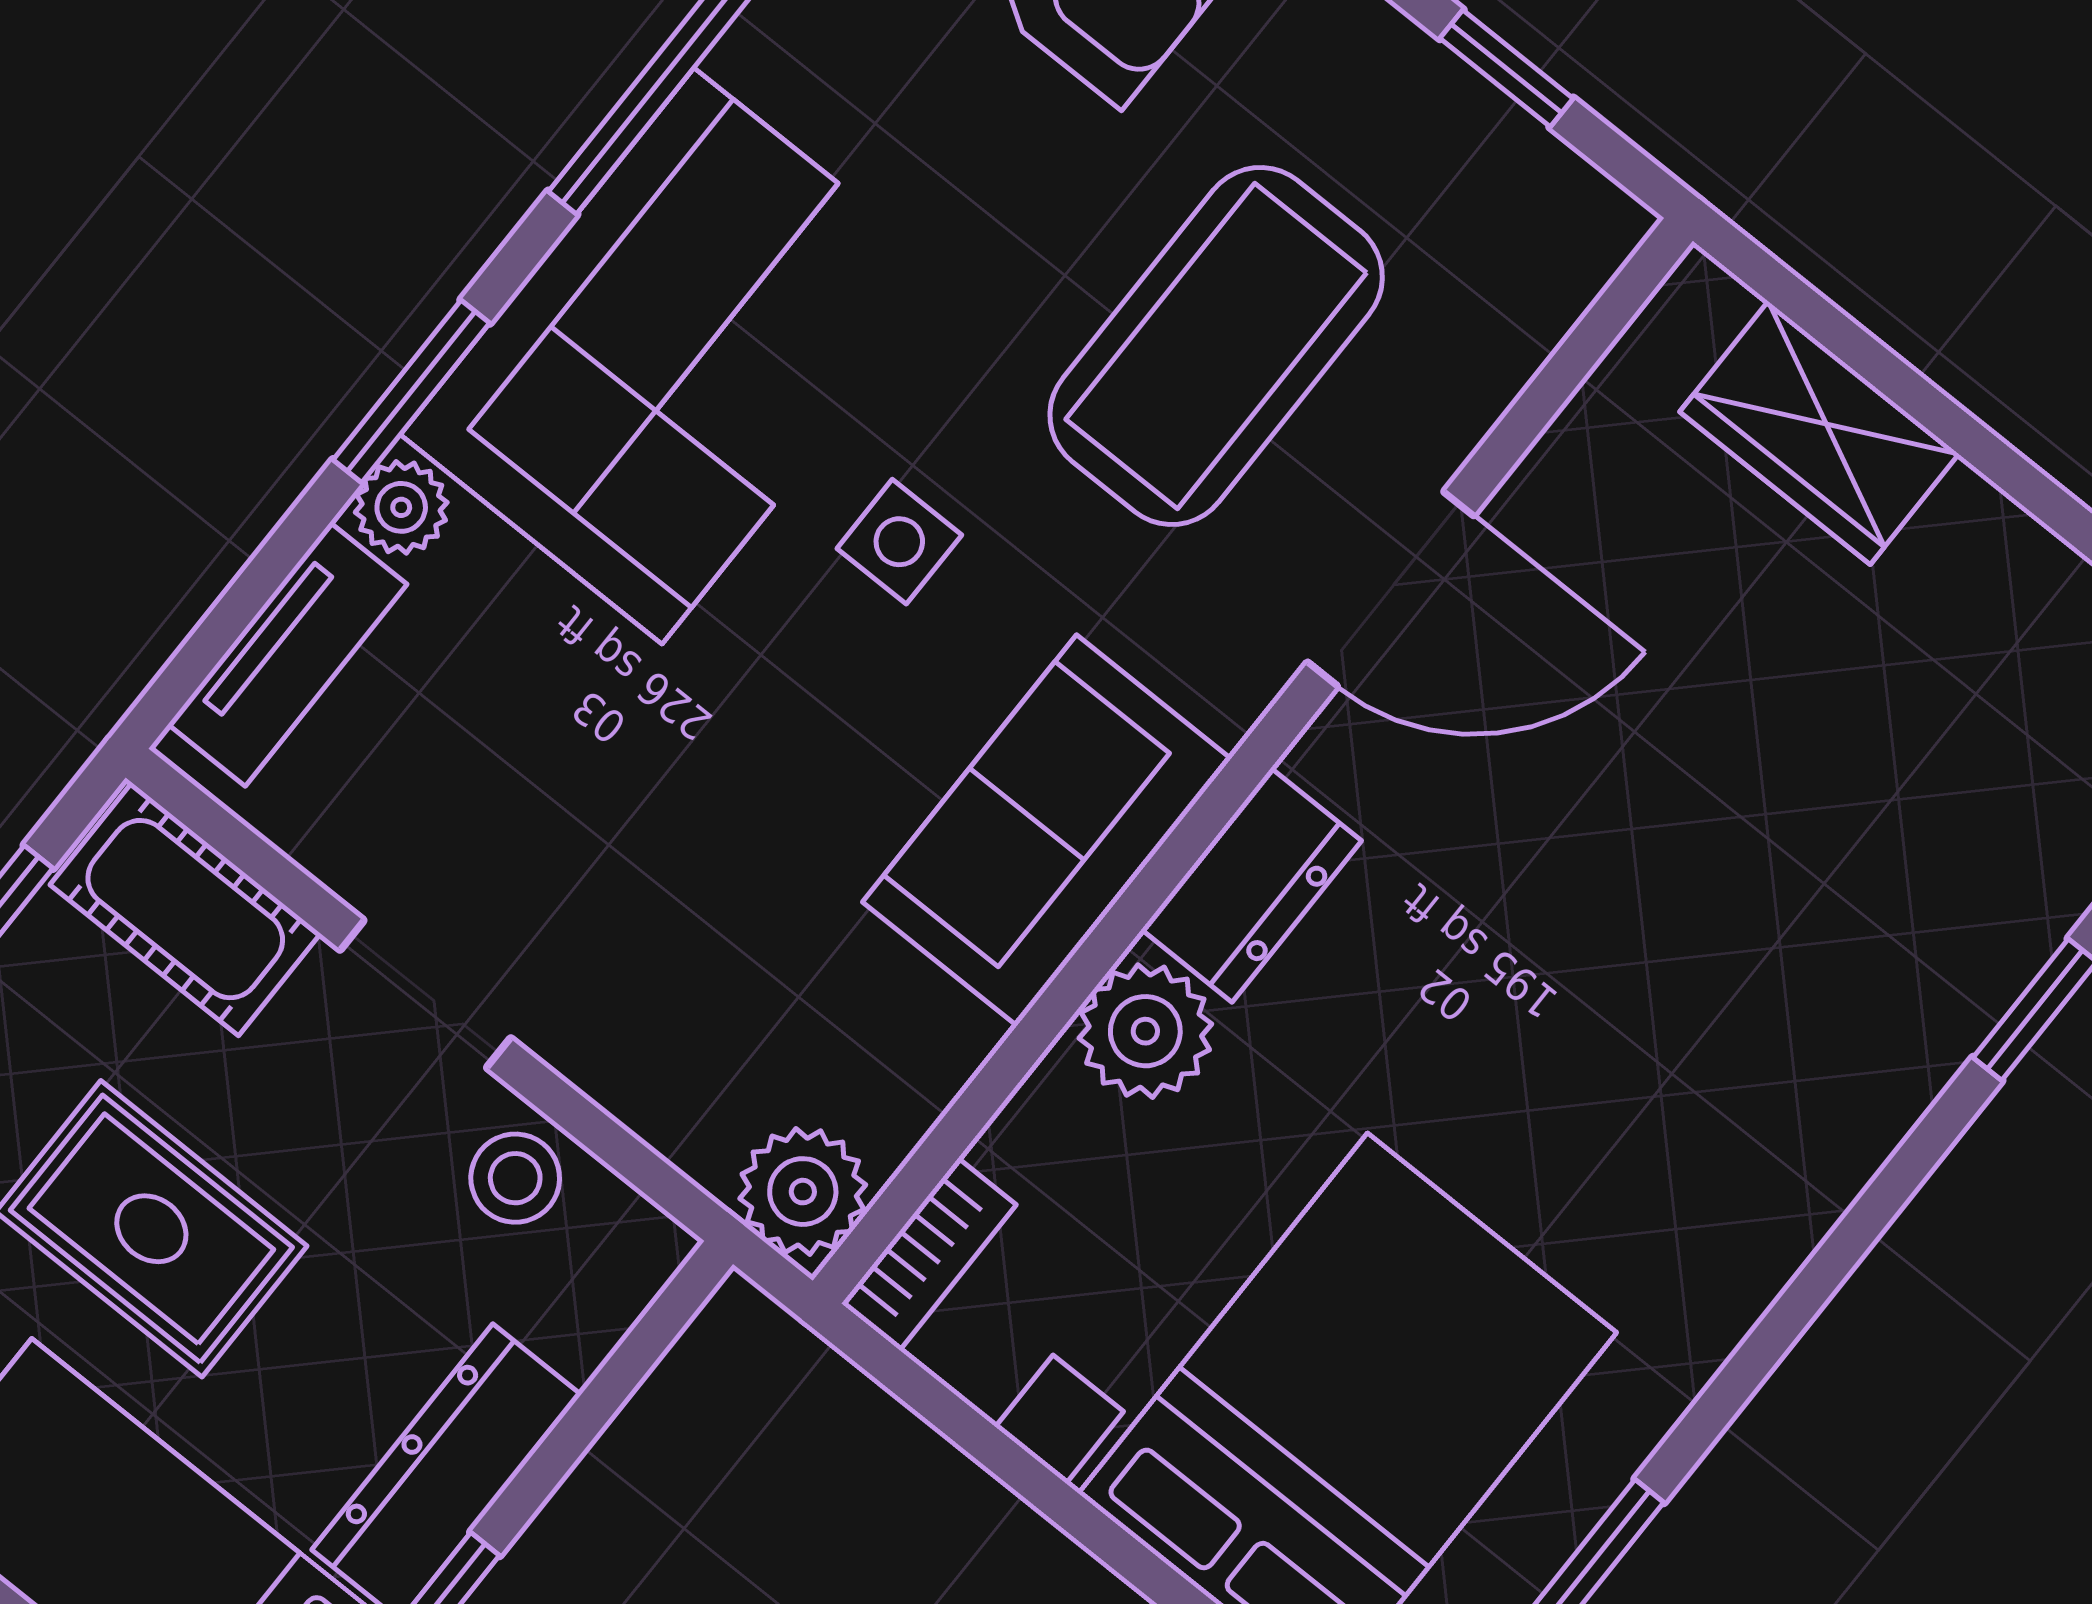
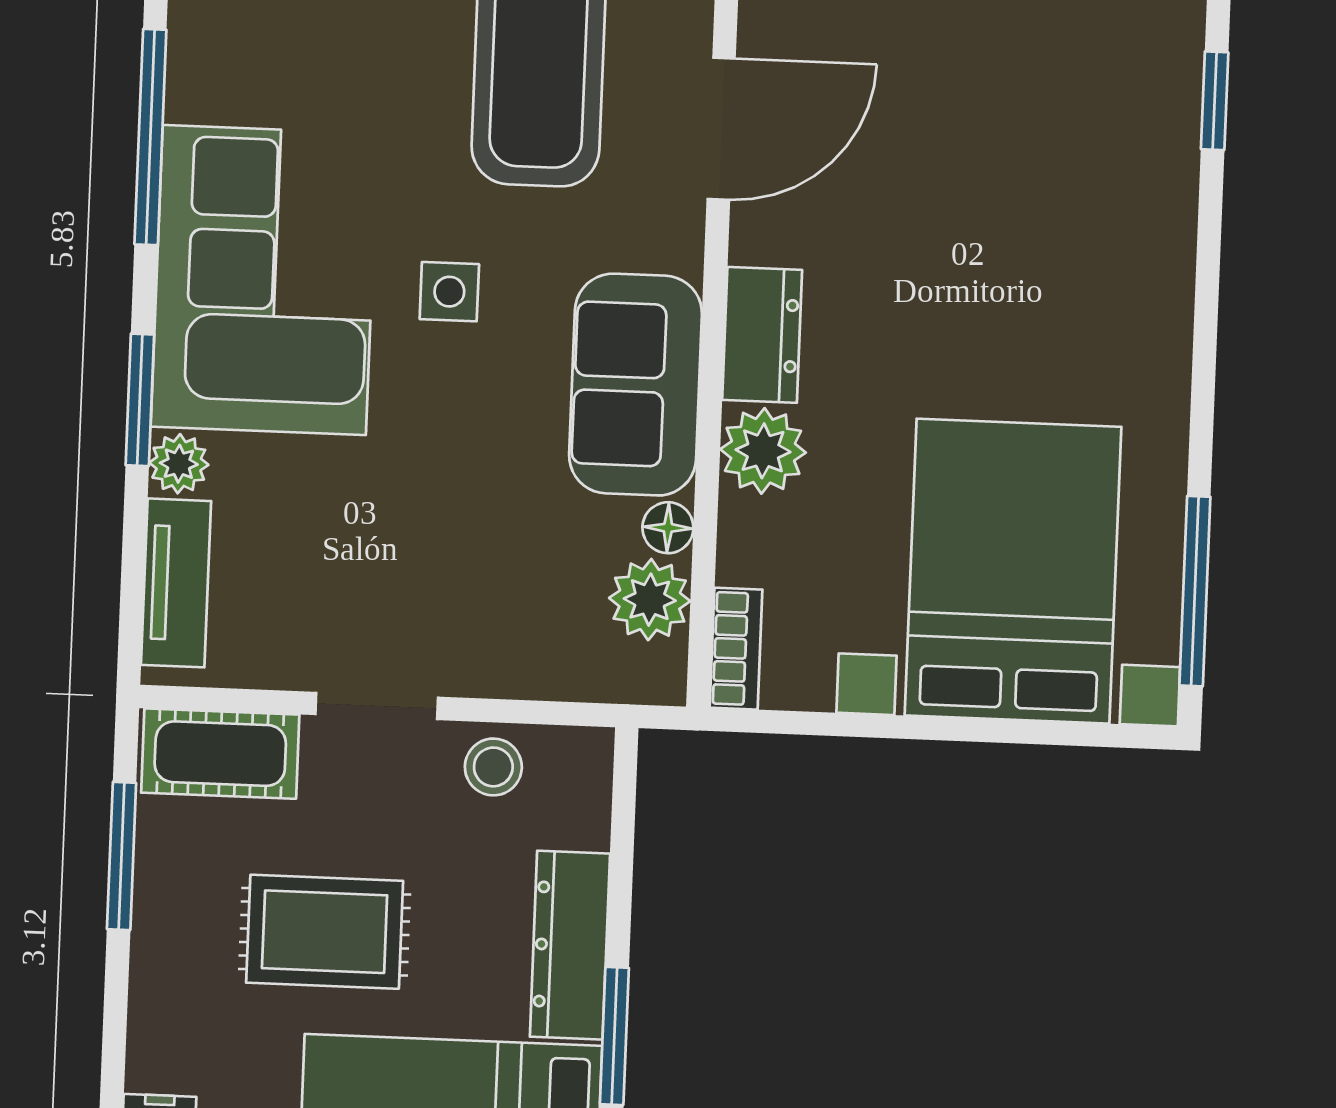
floor lamp: (955, 1040) -> (668, 528), added
plant: (803, 1192) -> (650, 600), moved

